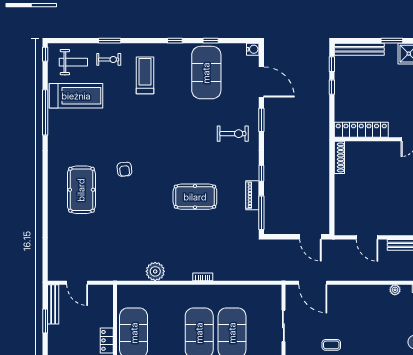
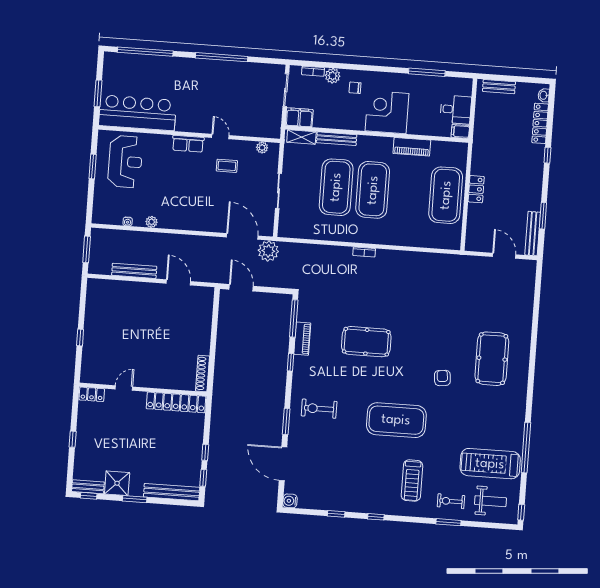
weight bench: (73, 62) -> (490, 501), turned 180
exercise mat: (206, 73) -> (396, 420), moved, turned 90
plant: (155, 271) -> (268, 251), moved

